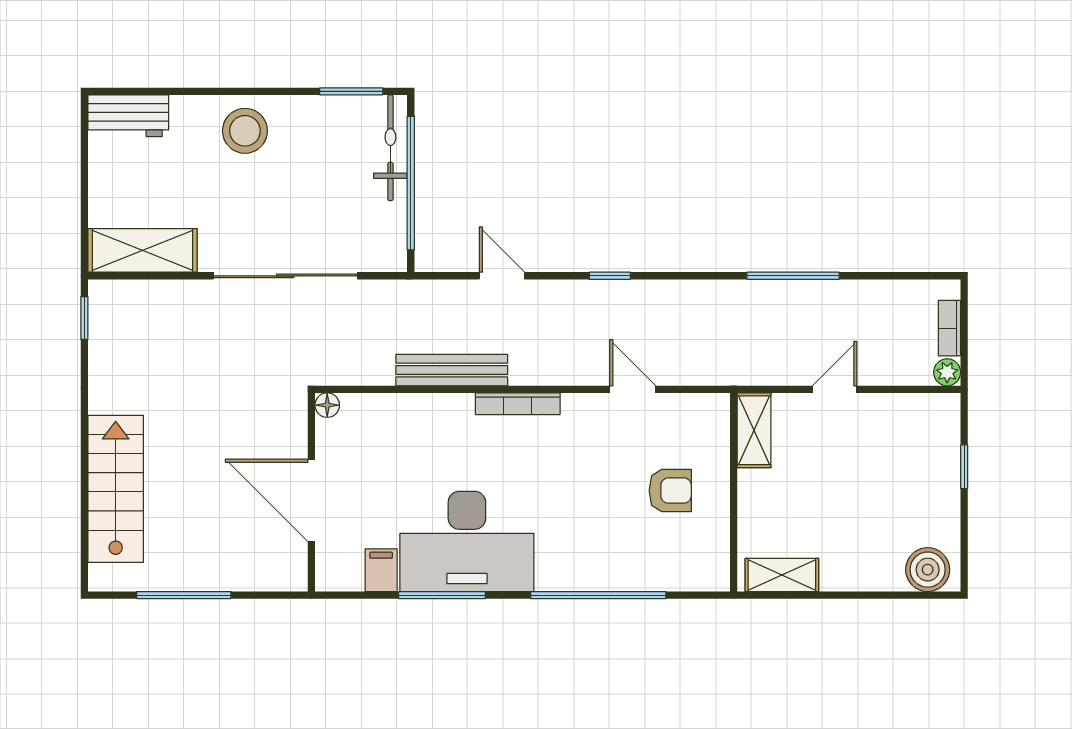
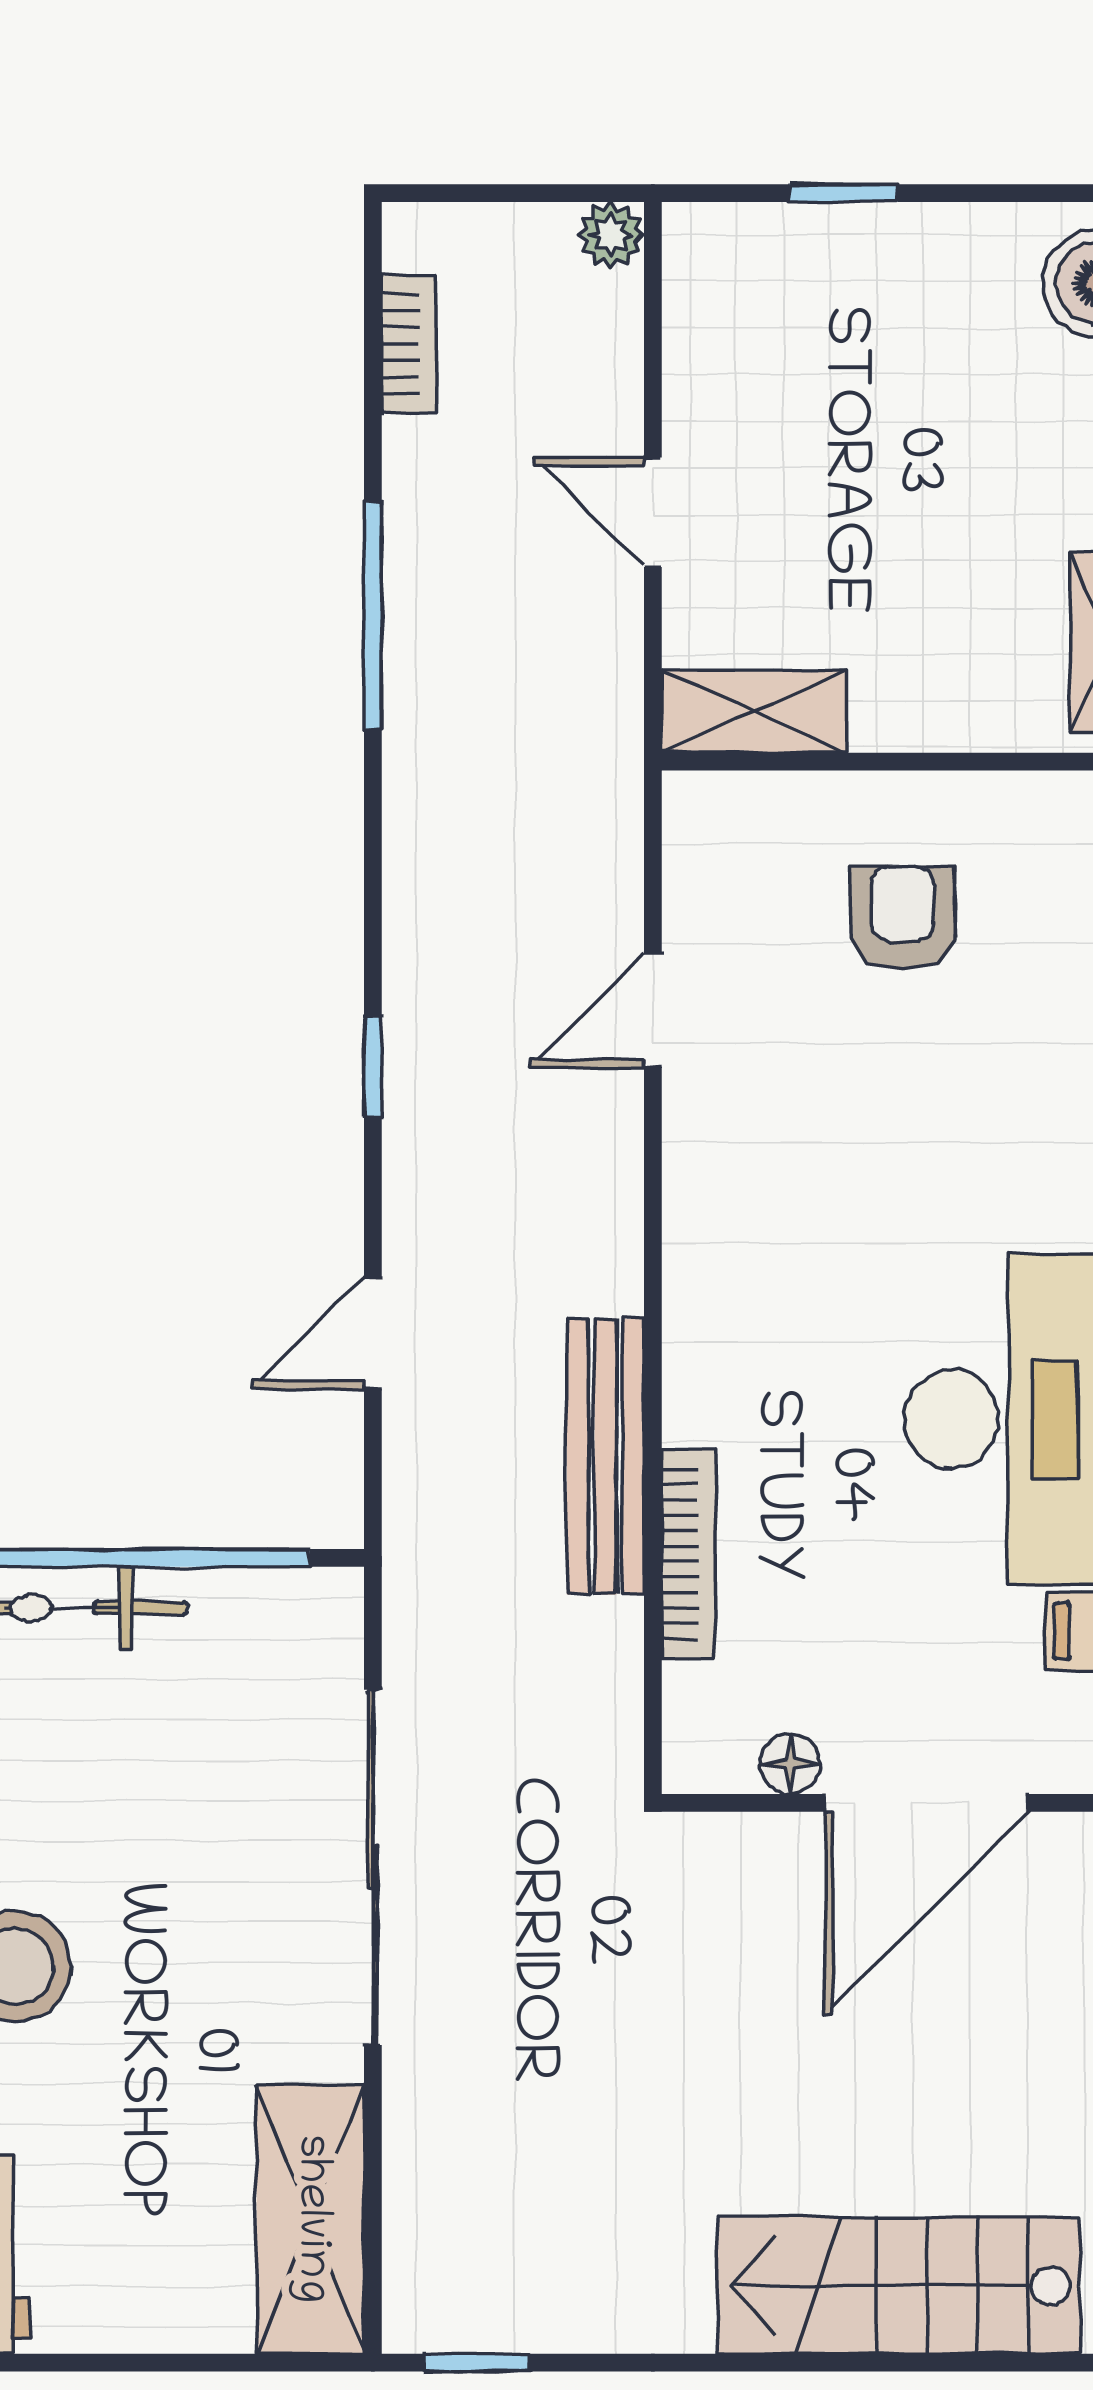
bookcase: (949, 328) -> (409, 344), moved, turned -90
bookcase: (518, 404) -> (688, 1554), moved
floor lamp: (327, 405) -> (790, 1764), moved

